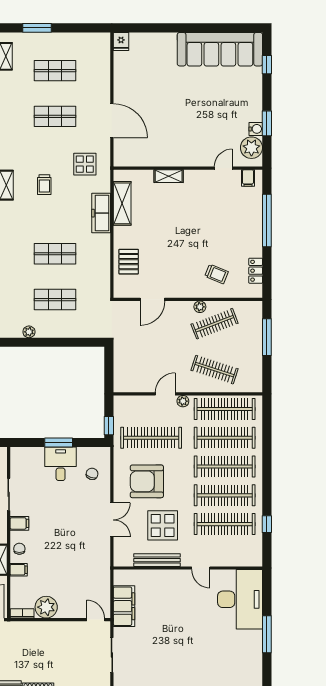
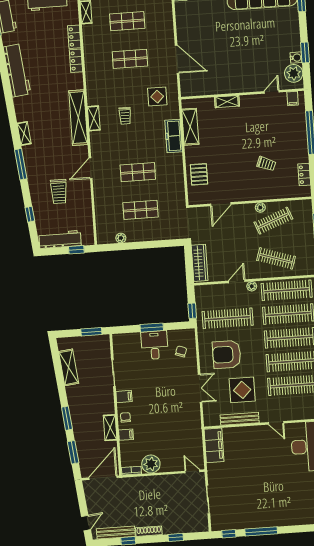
trolley: (216, 274) -> (266, 164), moved
wardrobe: (122, 369) -> (200, 263), added
filing cabinet: (124, 606) -> (214, 445), moved

